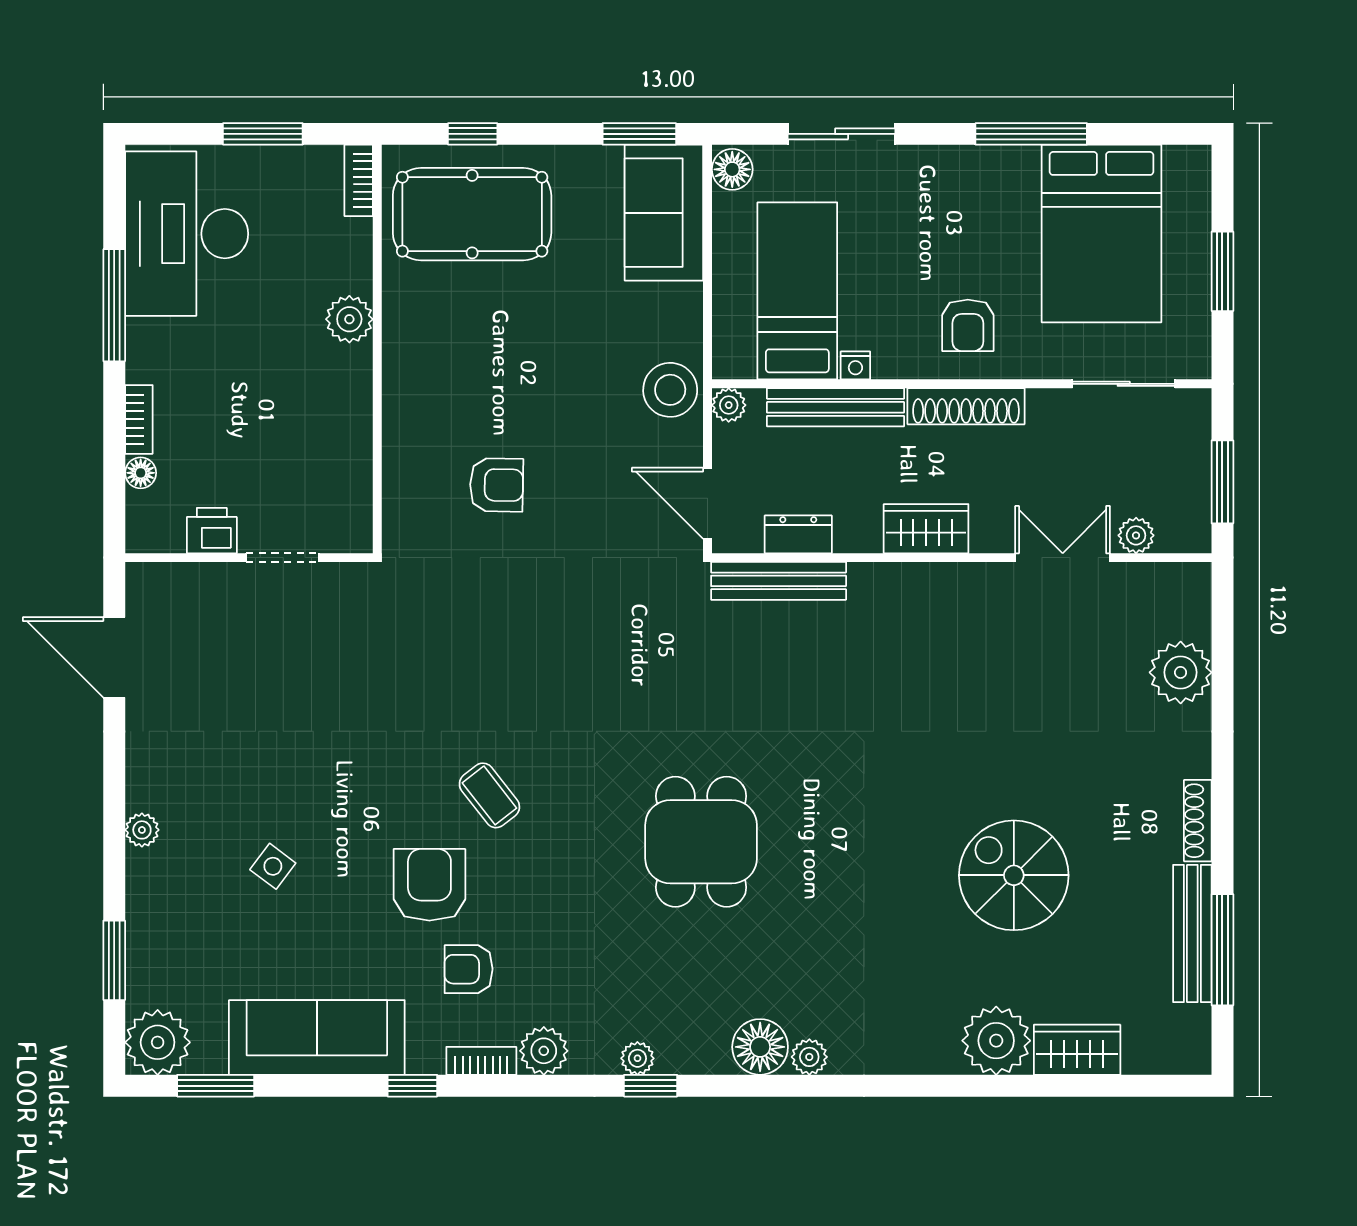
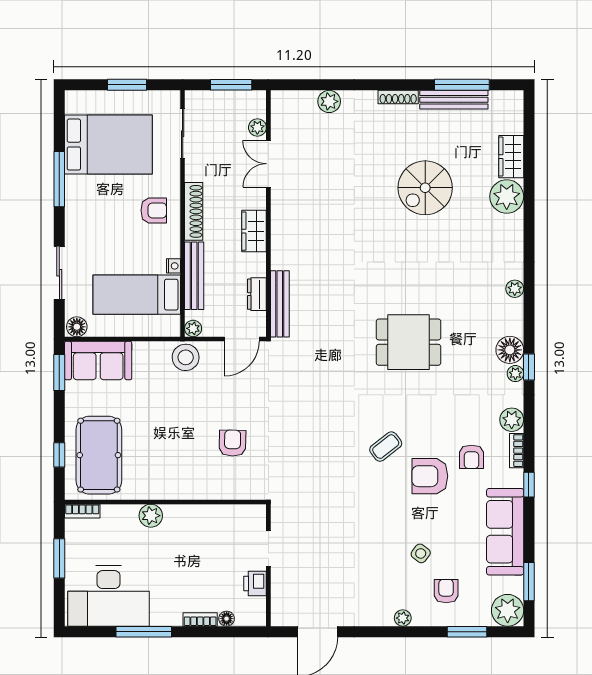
plant: (1181, 672) -> (329, 101), width x0.73, depth x0.73
armchair: (197, 918) -> (446, 591), added
floor lamp: (760, 1047) -> (510, 350), moved

